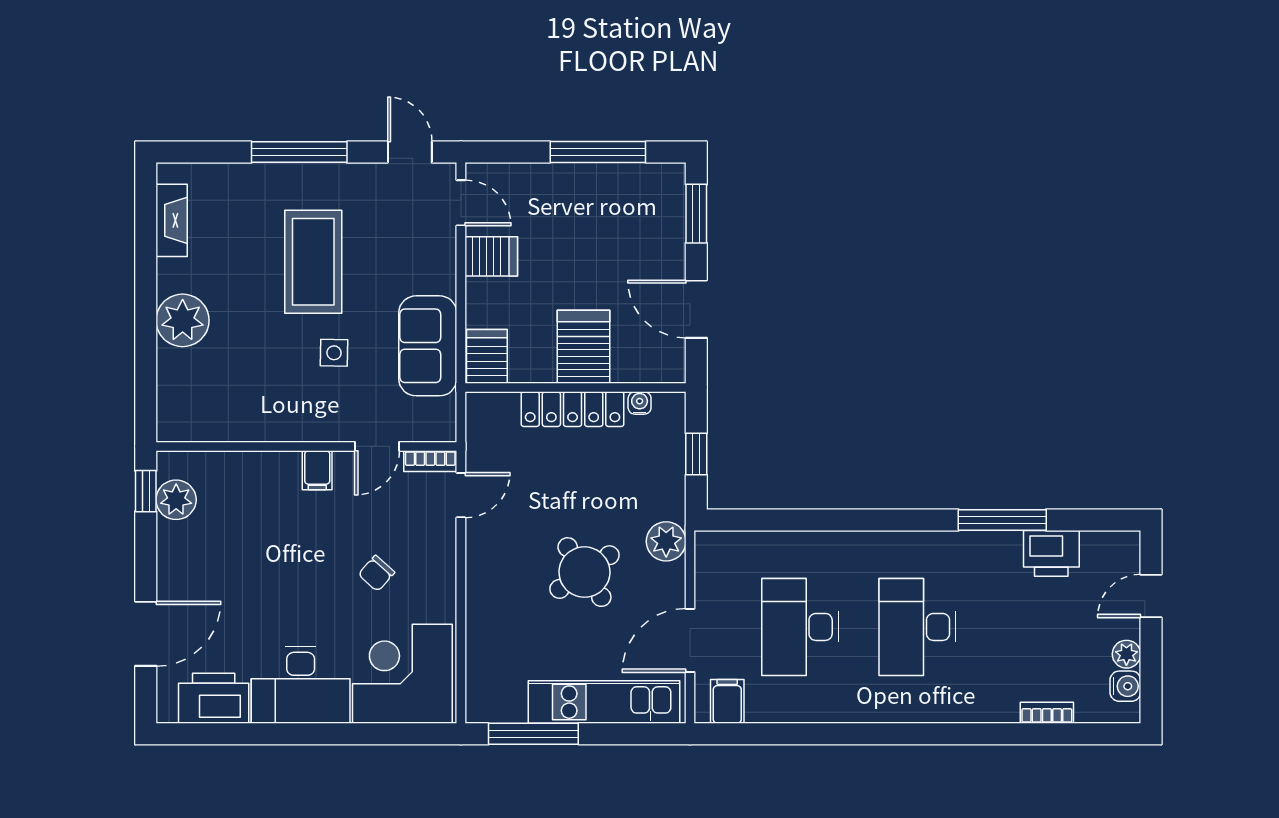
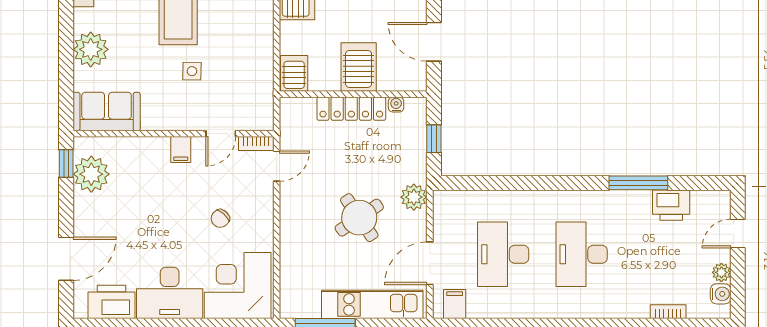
sofa: (428, 346) -> (107, 112), moved, turned 90
plant: (176, 500) -> (91, 174), width x1.36, depth x1.36

